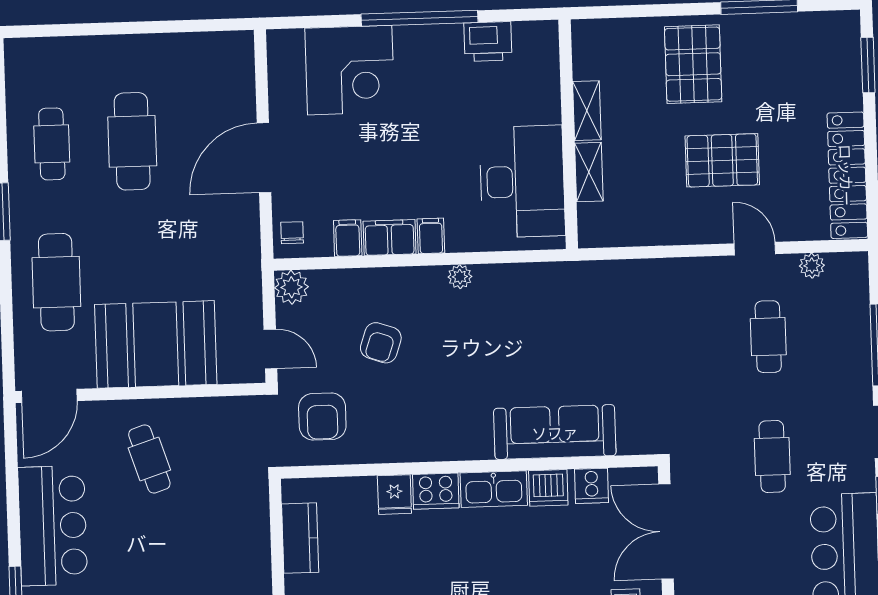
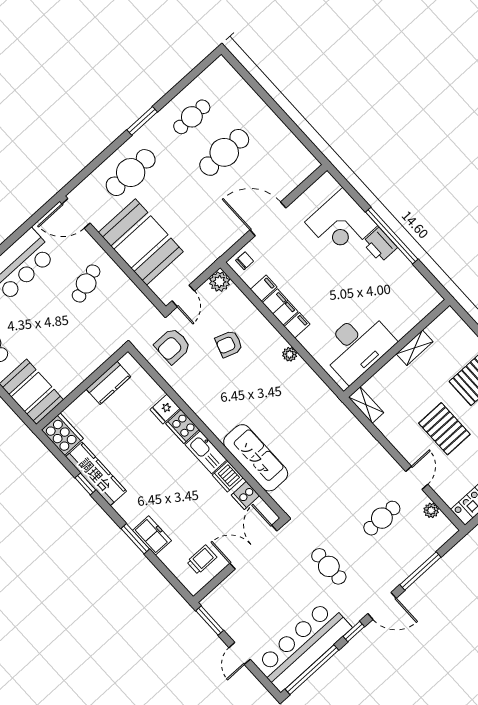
printer: (488, 41) -> (380, 245), moved
shelving: (589, 172) -> (366, 405), moved, turned 90
cafe table: (772, 456) -> (329, 566), turned 90

